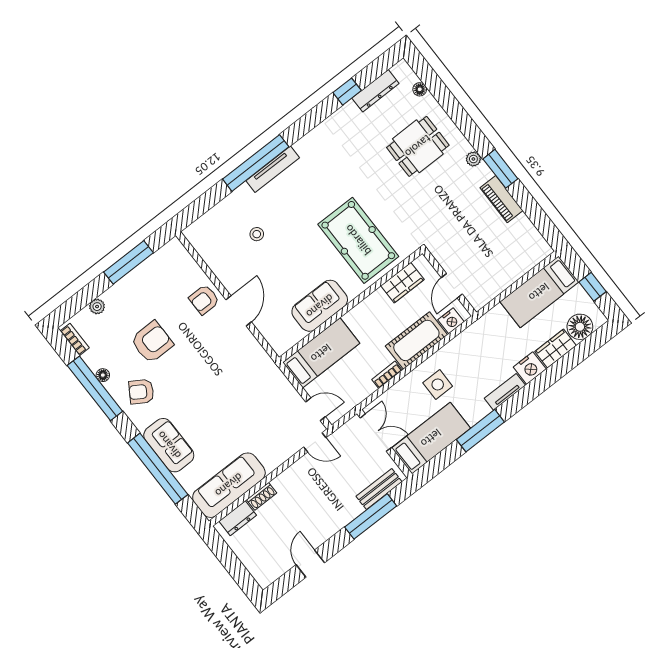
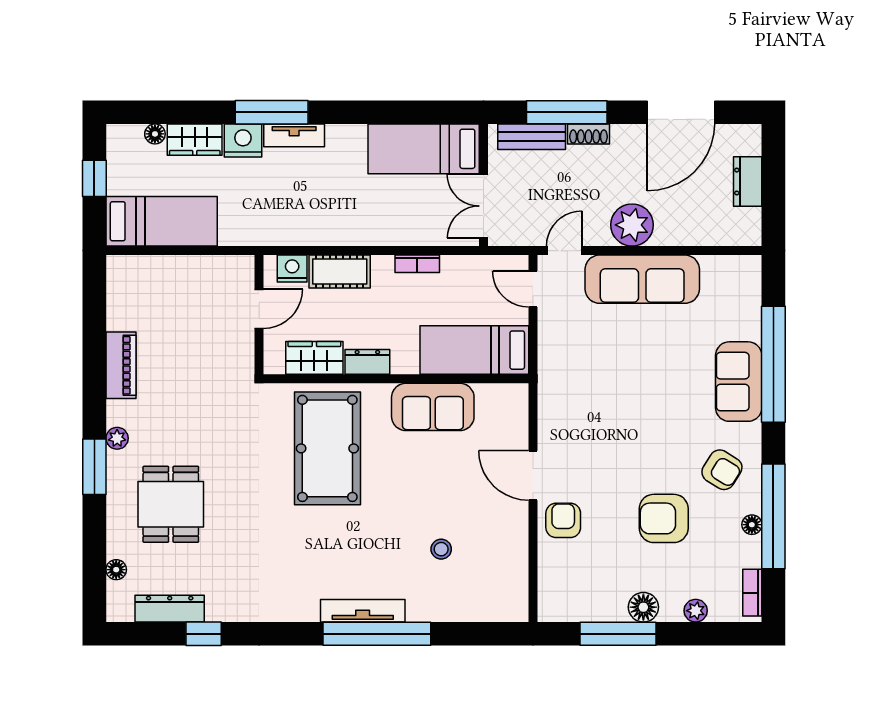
dining table: (418, 146) -> (171, 504), turned 90
window: (500, 169) -> (94, 467), moved
floor lamp: (126, 287) -> (643, 607), added
armchair: (204, 300) -> (563, 520), turned -90
dresser: (373, 303) -> (367, 362), added
door: (239, 311) -> (533, 476), hinge flipped
floor lamp: (580, 327) -> (155, 134), width x0.53, depth x0.53
cot: (416, 340) -> (340, 272), width x0.73, depth x0.75
side table: (438, 384) -> (366, 206), removed
window: (480, 431) -> (272, 112), moved
door: (315, 442) -> (564, 251), hinge flipped
plant: (290, 484) -> (632, 225), added
sofa: (229, 485) -> (642, 279), moved
shoe rack: (262, 496) -> (589, 134), moved, turned 180
dresser: (238, 518) -> (748, 182), moved, turned -90
door: (310, 564) -> (681, 112), width x1.88

